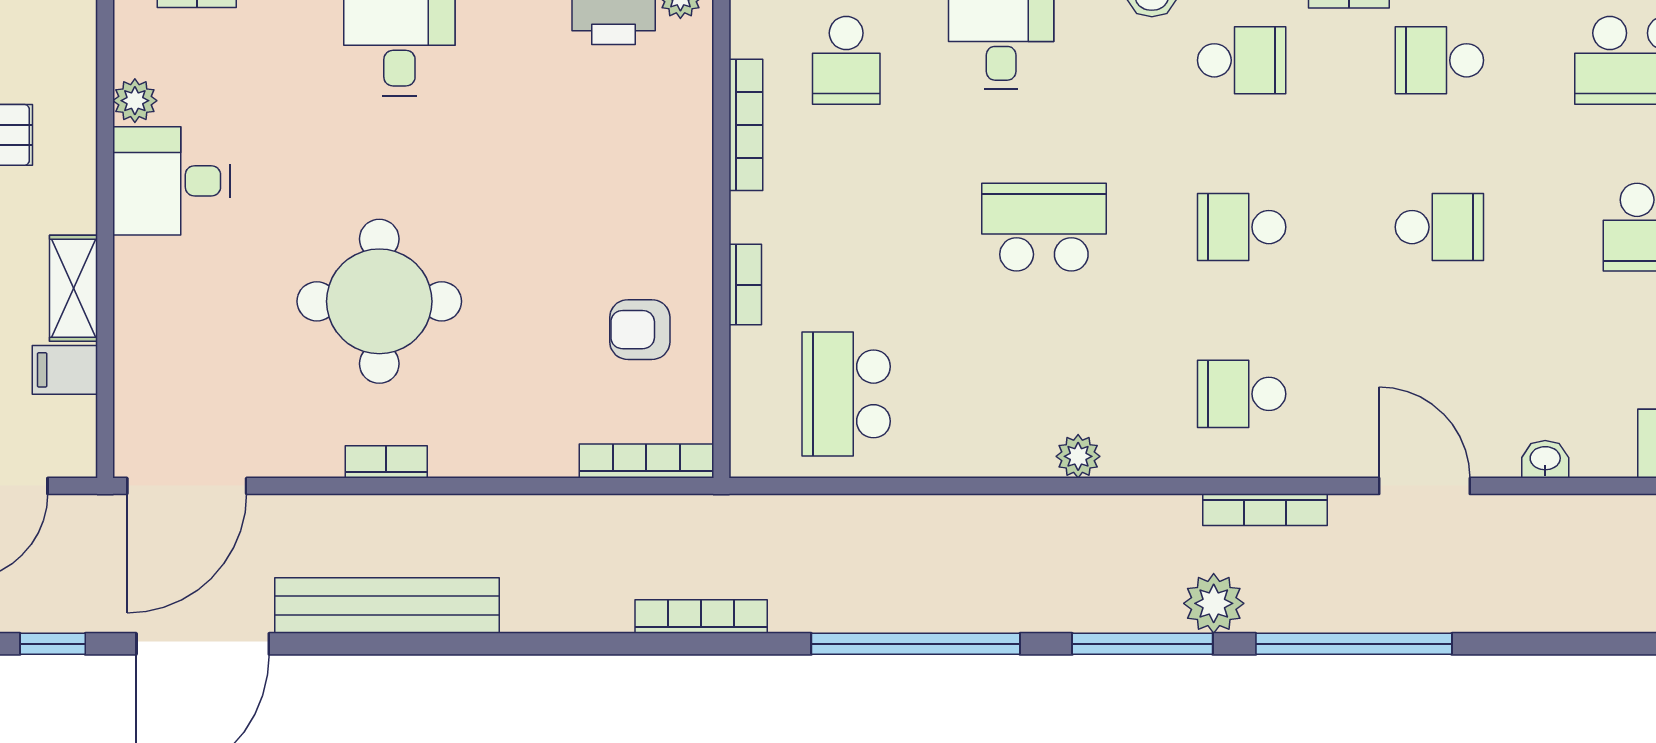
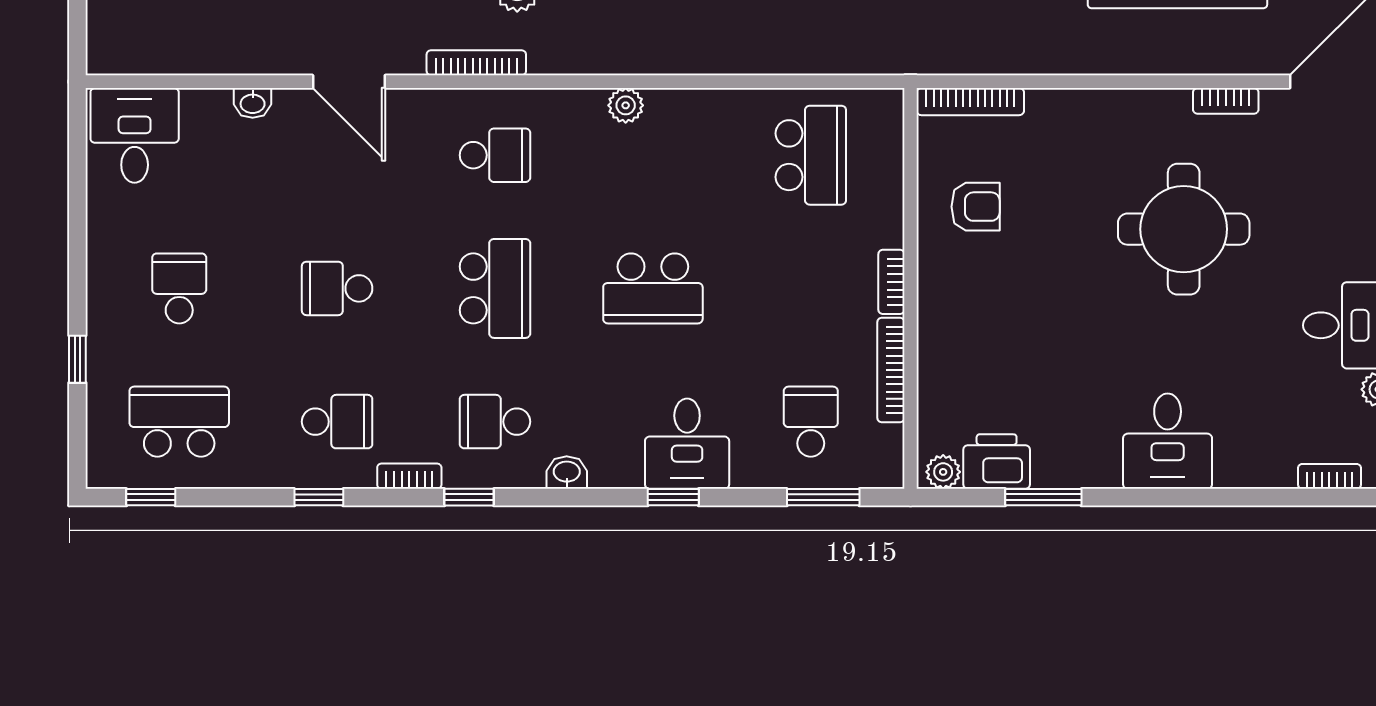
school desk: (1242, 227) -> (495, 288), width x1.85
bookcase: (745, 285) -> (891, 282), moved
bookcase: (386, 462) -> (1226, 101), moved

